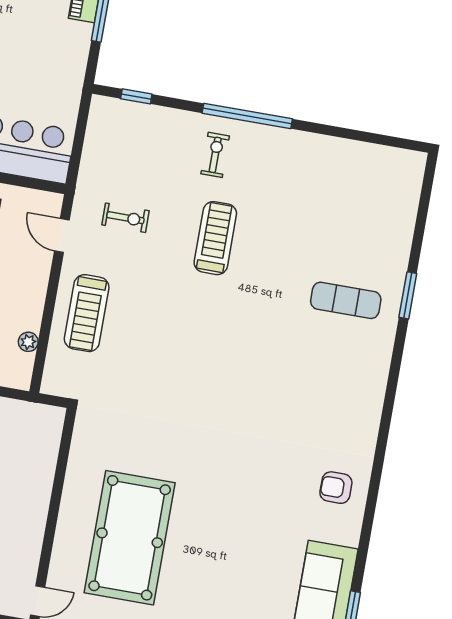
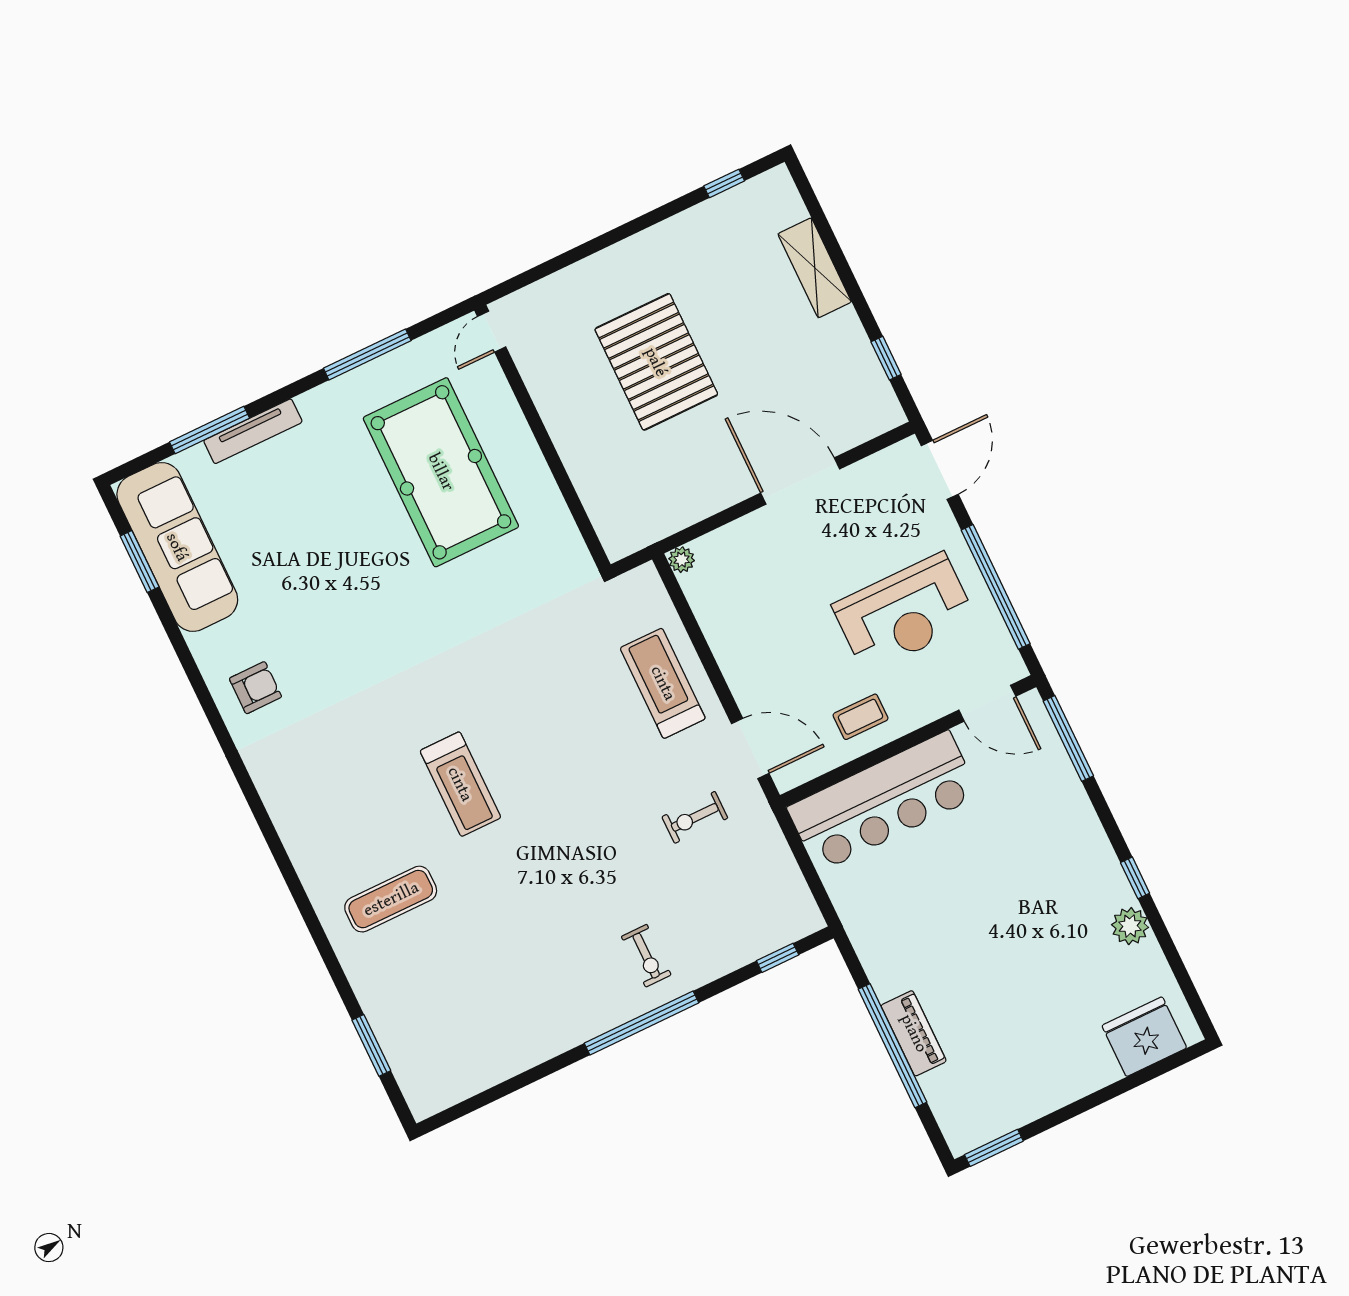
door: (62, 235) -> (750, 749), width x1.37
treadmill: (215, 238) -> (460, 784), moved
window: (408, 295) -> (371, 1045), moved
plant: (28, 342) -> (682, 560), moved

